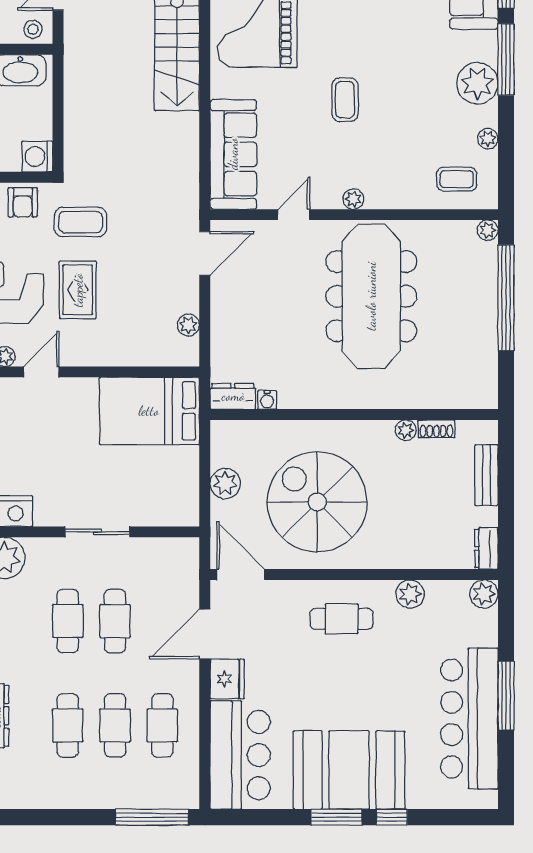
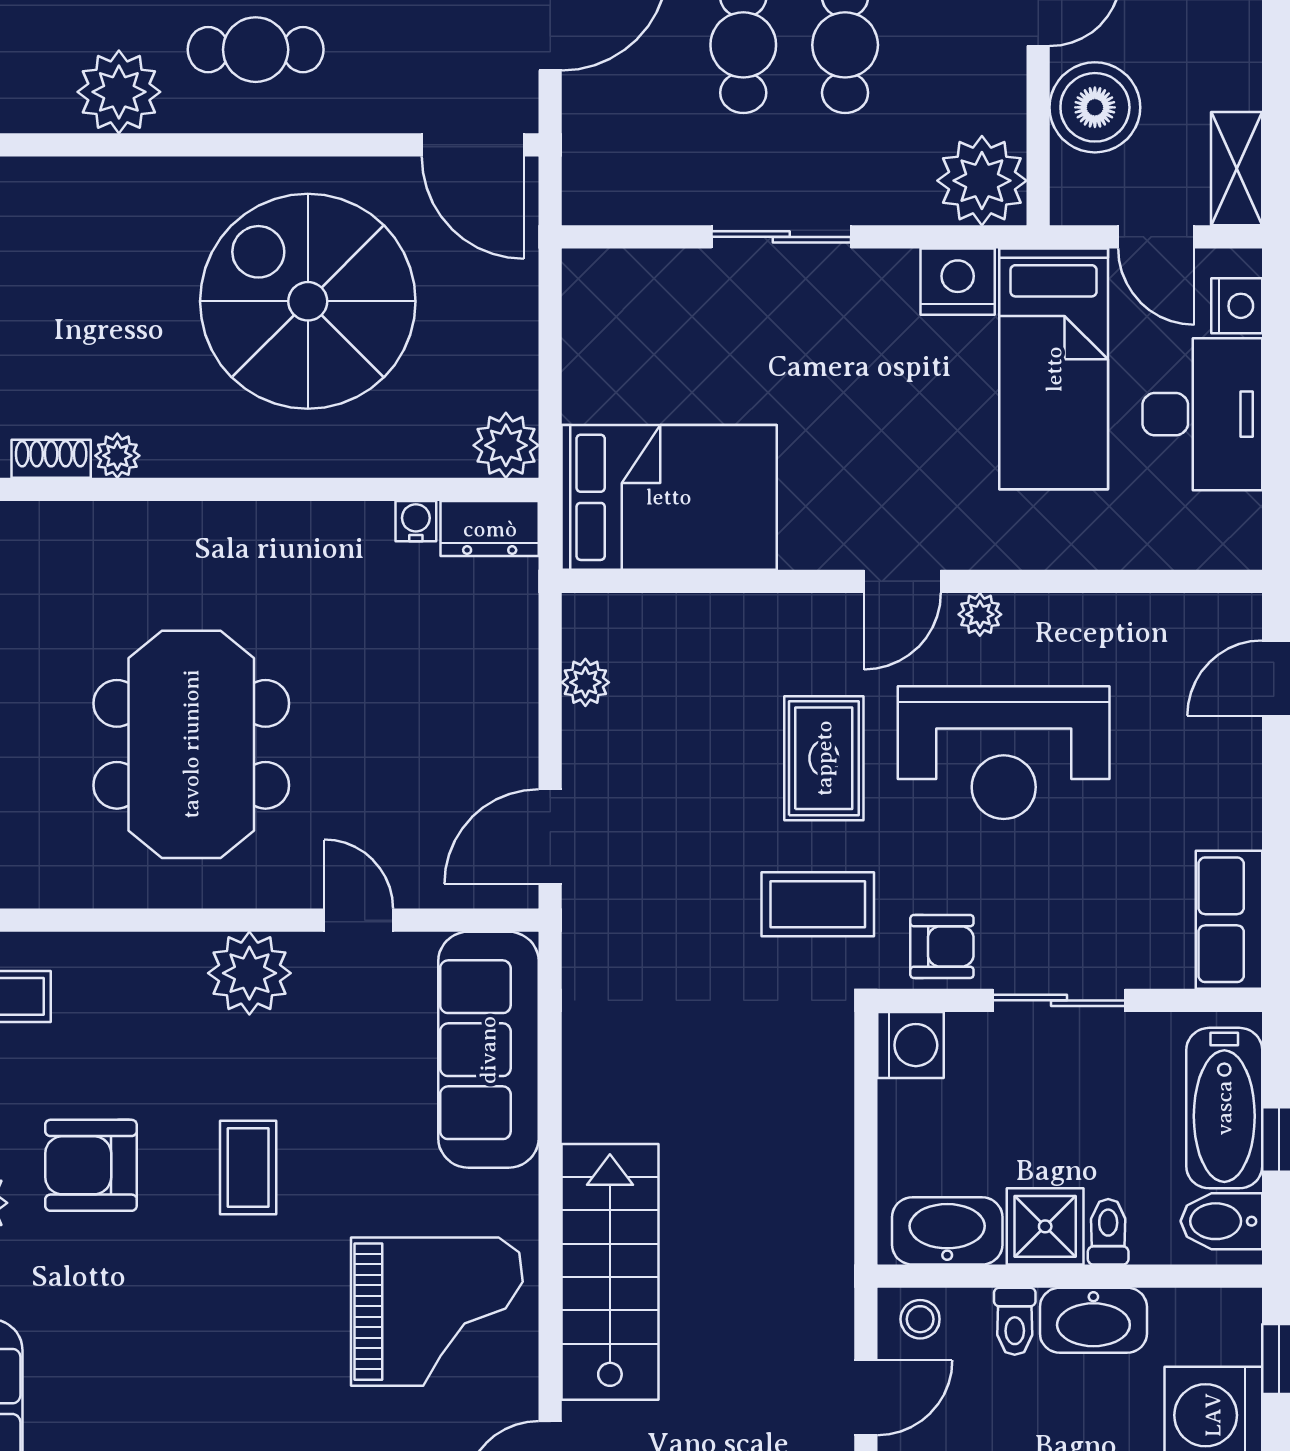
armchair: (418, 101) -> (91, 1165), added
plant: (353, 199) -> (249, 973), width x1.88, depth x1.88
armchair: (23, 202) -> (942, 946), turned 90
door: (294, 215) -> (359, 920), swing flipped
meeting table: (371, 296) -> (191, 744), width x0.73
plant: (225, 483) -> (506, 445), moved
spiral stairs: (317, 502) -> (308, 301), turned 180
plant: (410, 594) -> (119, 92), width x1.36, depth x1.36

